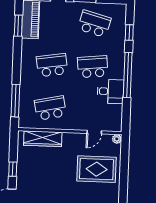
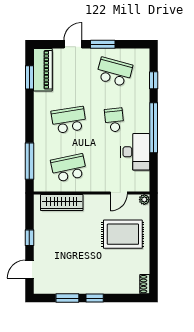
school desk: (93, 67) -> (114, 120), width x0.54
desk: (110, 91) -> (135, 152), width x1.37

